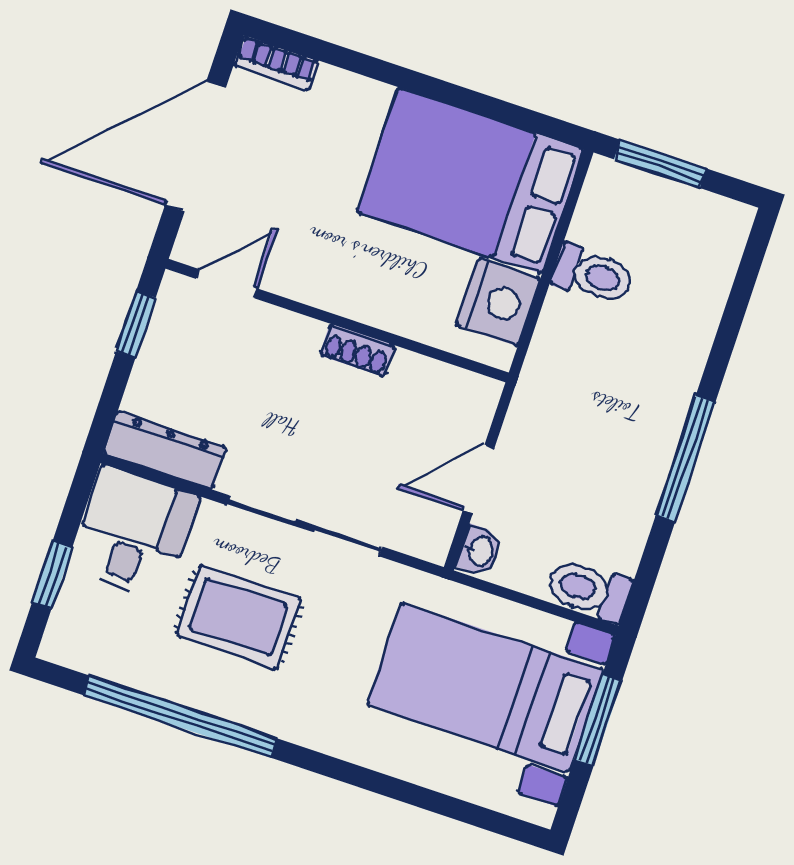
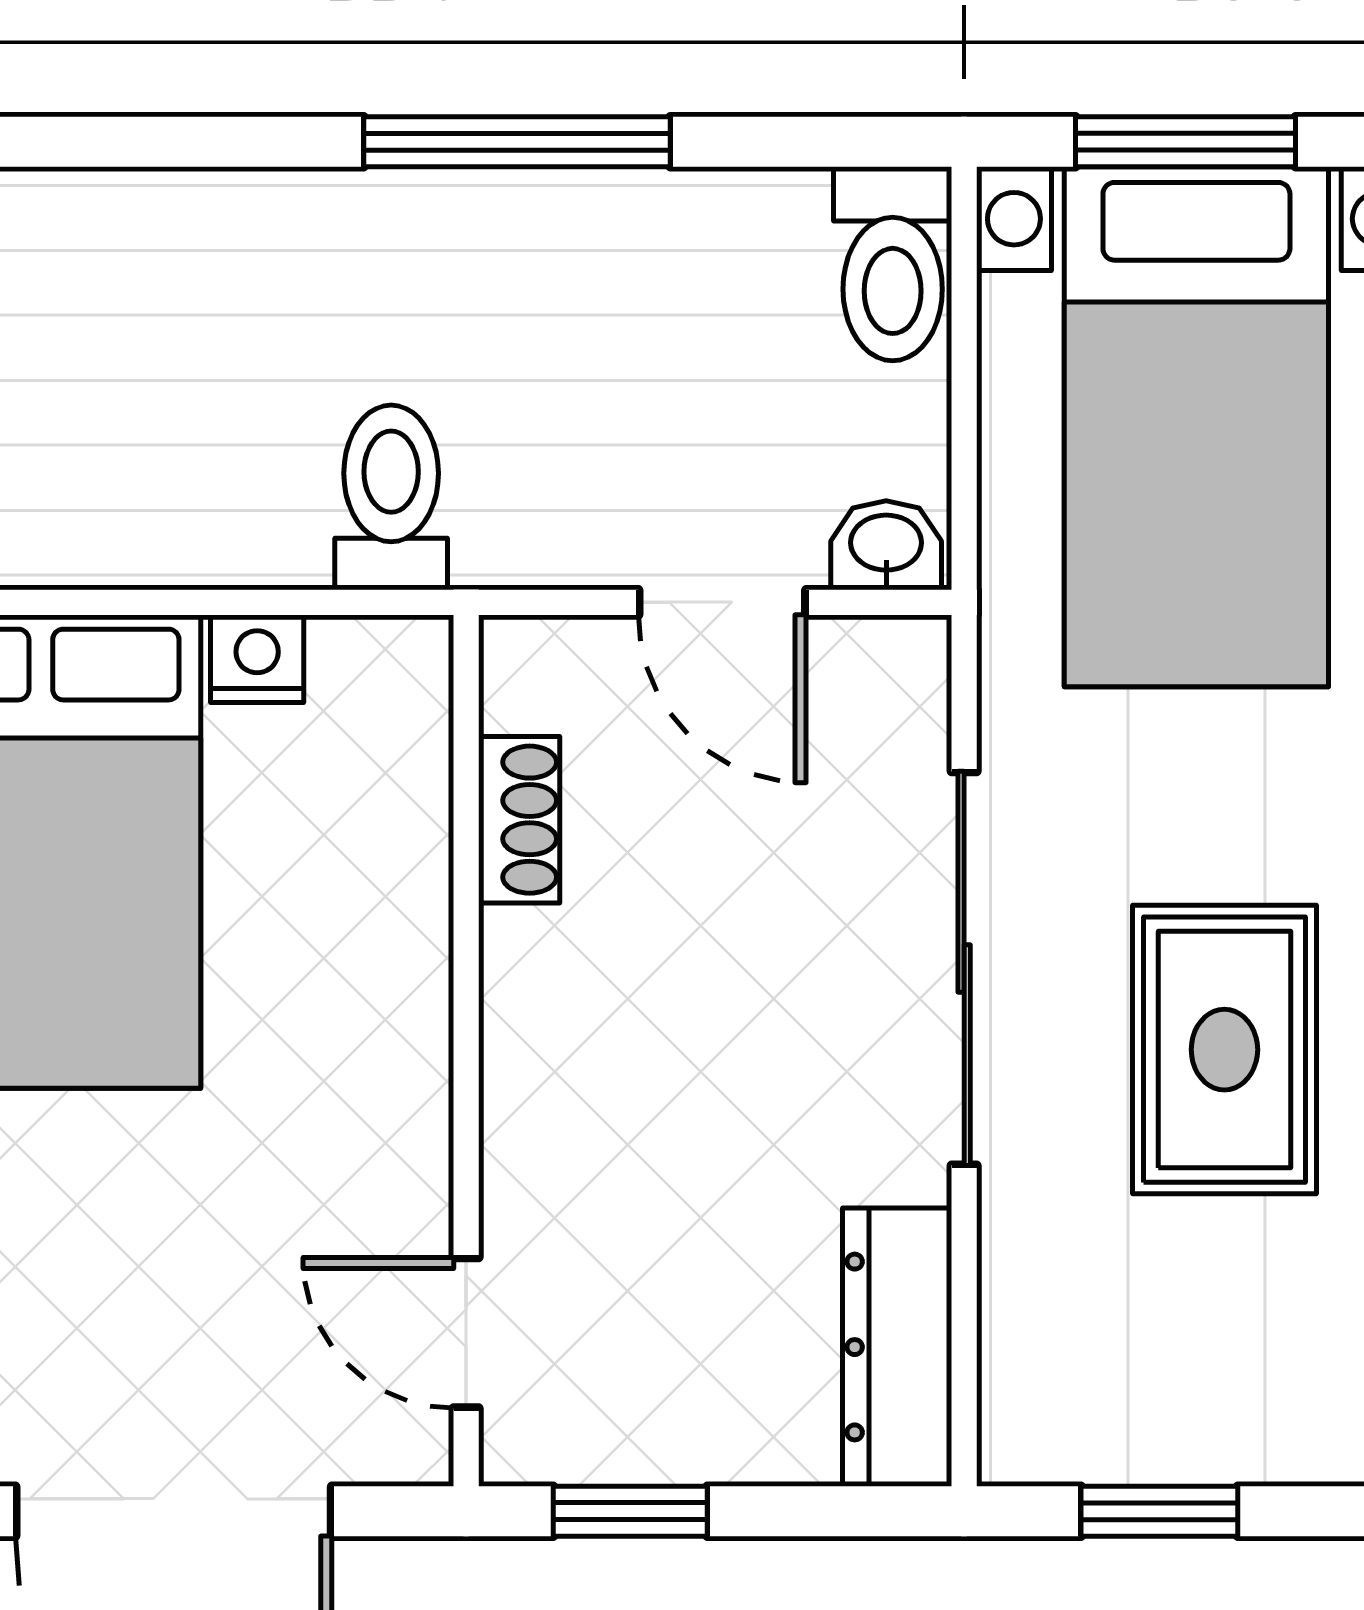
toilet: (593, 275) -> (391, 497), moved
nightstand: (498, 302) -> (257, 659), width x0.53, depth x0.56
shoe rack: (357, 350) -> (519, 820), moved
desk: (134, 533) -> (1112, 1356), removed
window: (52, 575) -> (1159, 1511), moved

